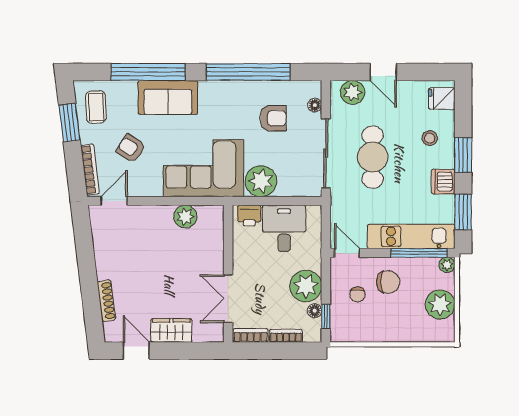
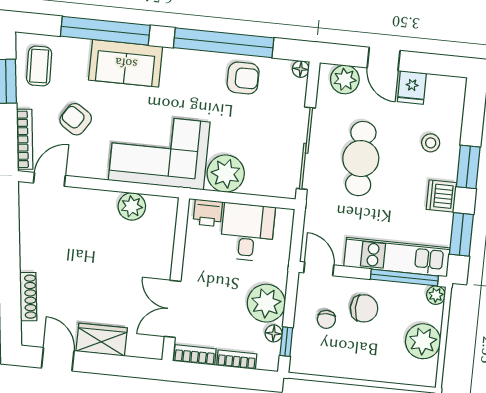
fridge: (442, 99) -> (412, 87), moved, turned -90
floor lamp: (315, 105) -> (301, 69), moved
armchair: (273, 118) -> (243, 78), moved

